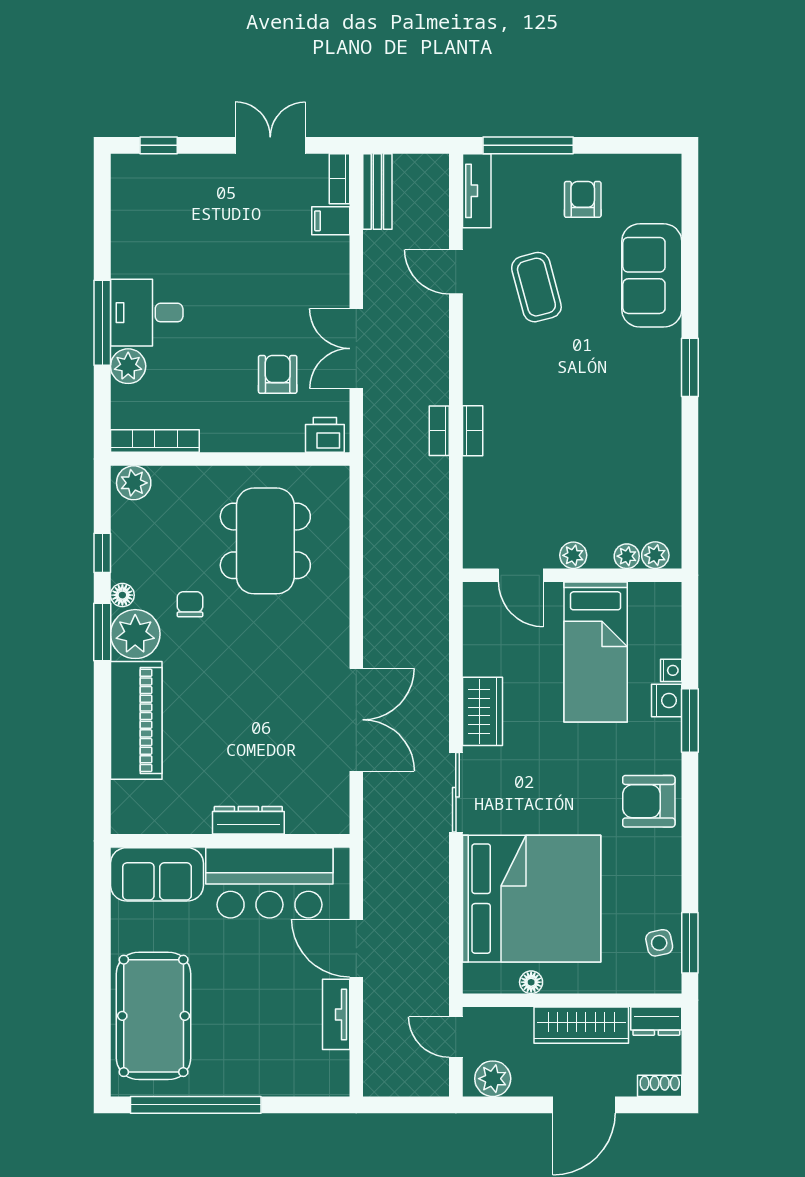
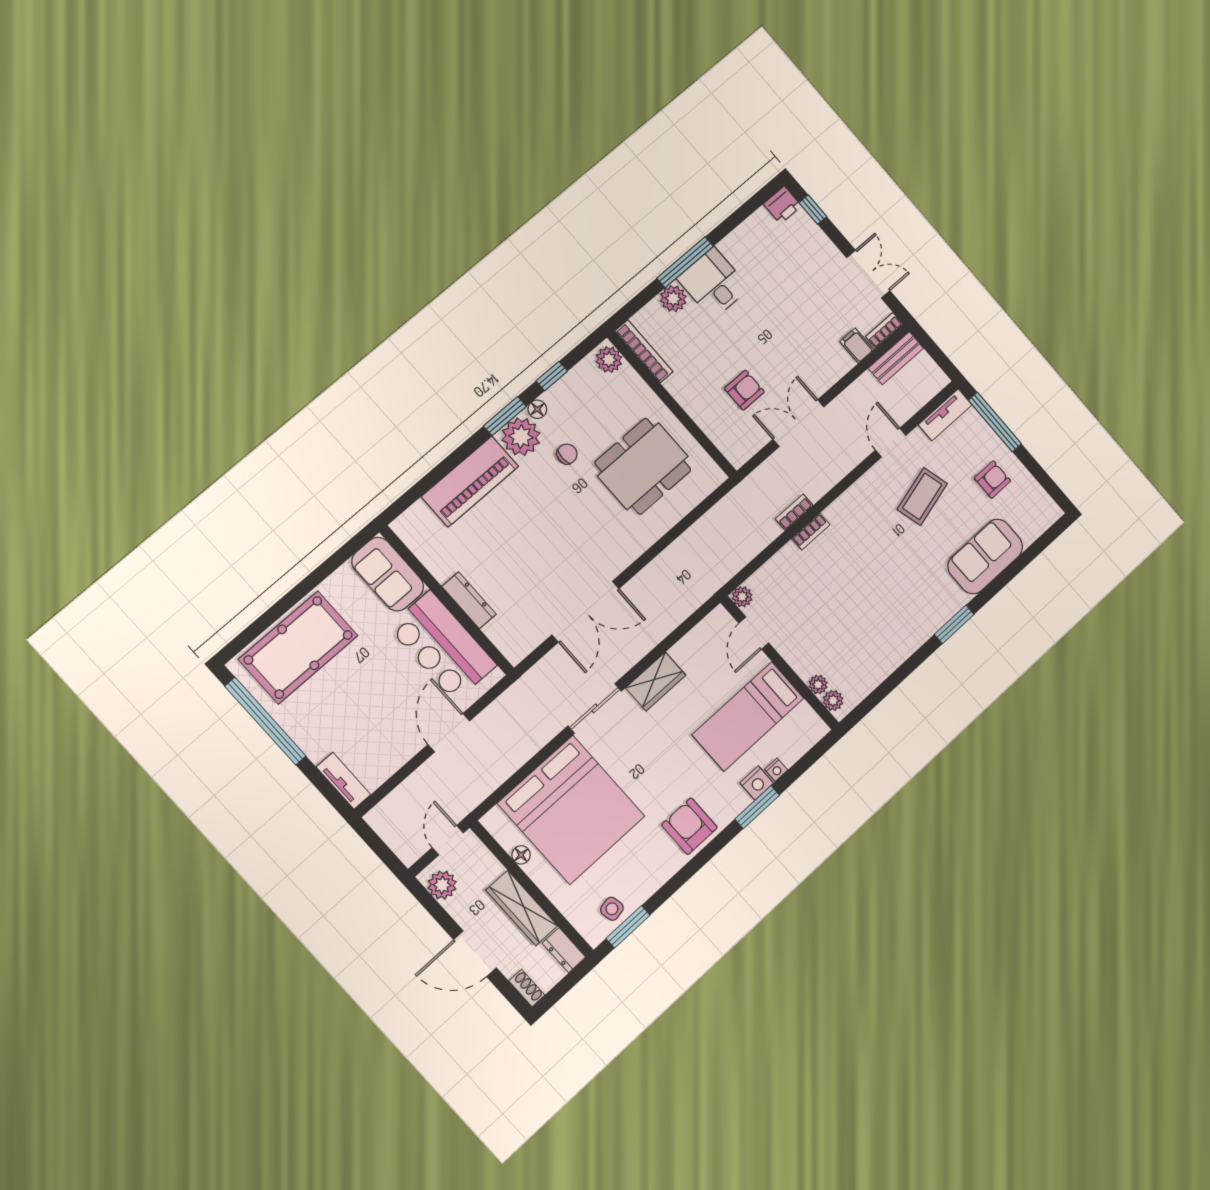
printer: (325, 435) -> (782, 205), moved, turned 90
plant: (573, 555) -> (742, 597), moved
tv unit: (336, 1014) -> (343, 781), moved, turned 90

